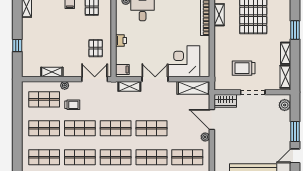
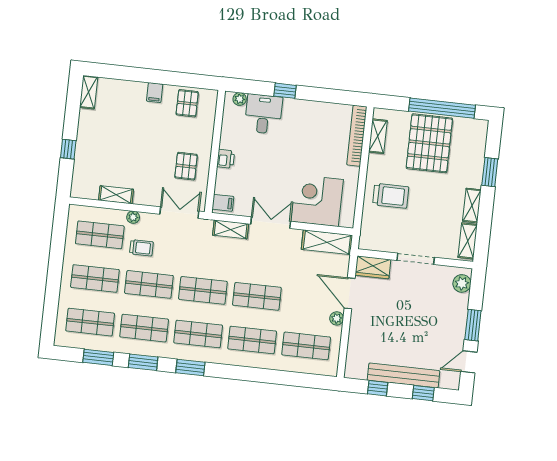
trolley: (244, 68) -> (391, 196), moved, turned 180

